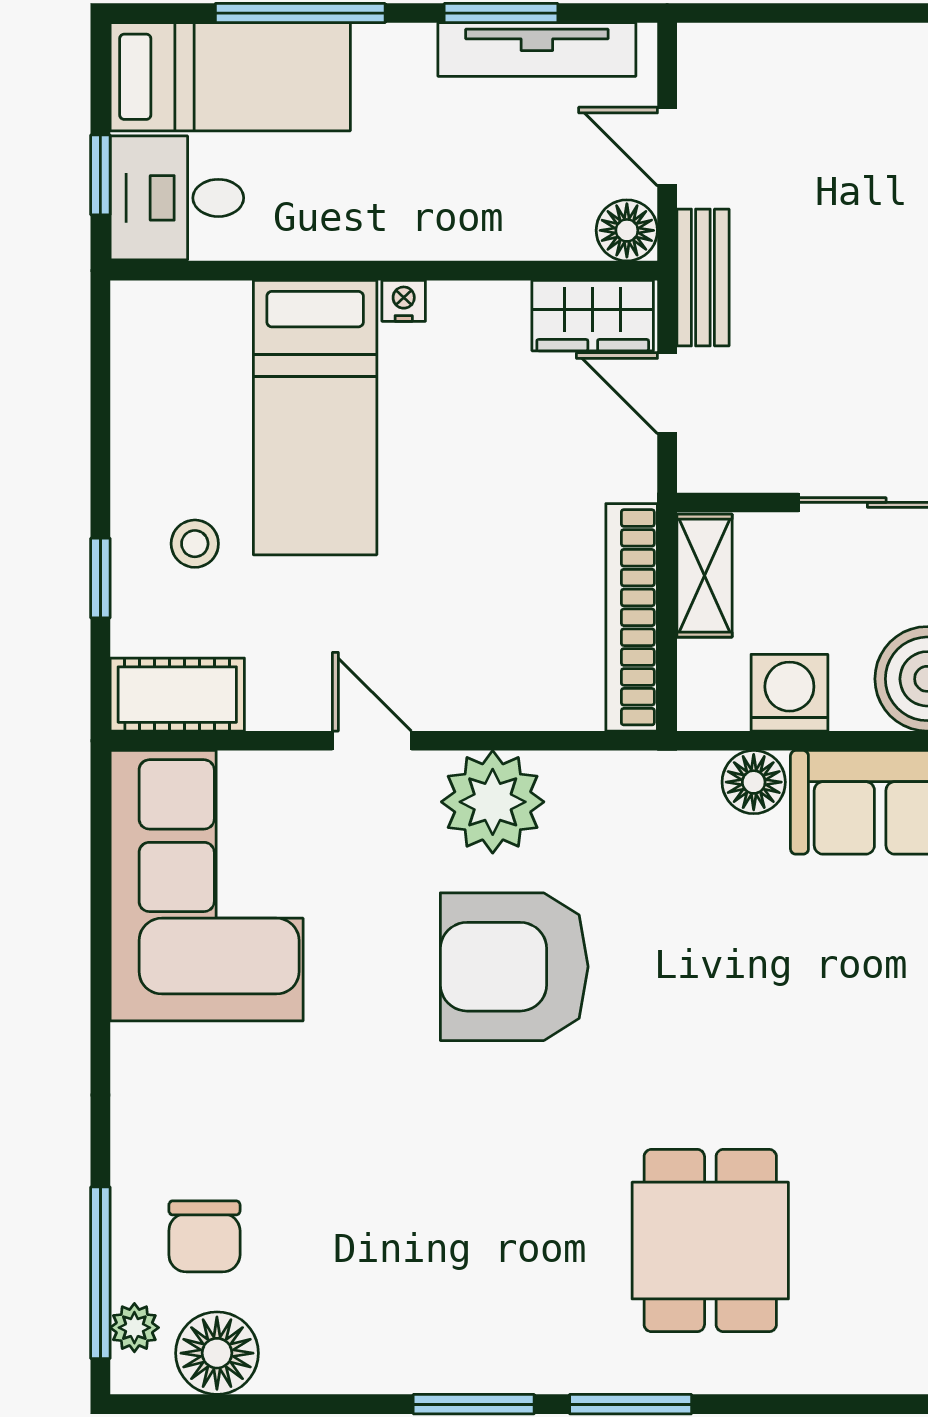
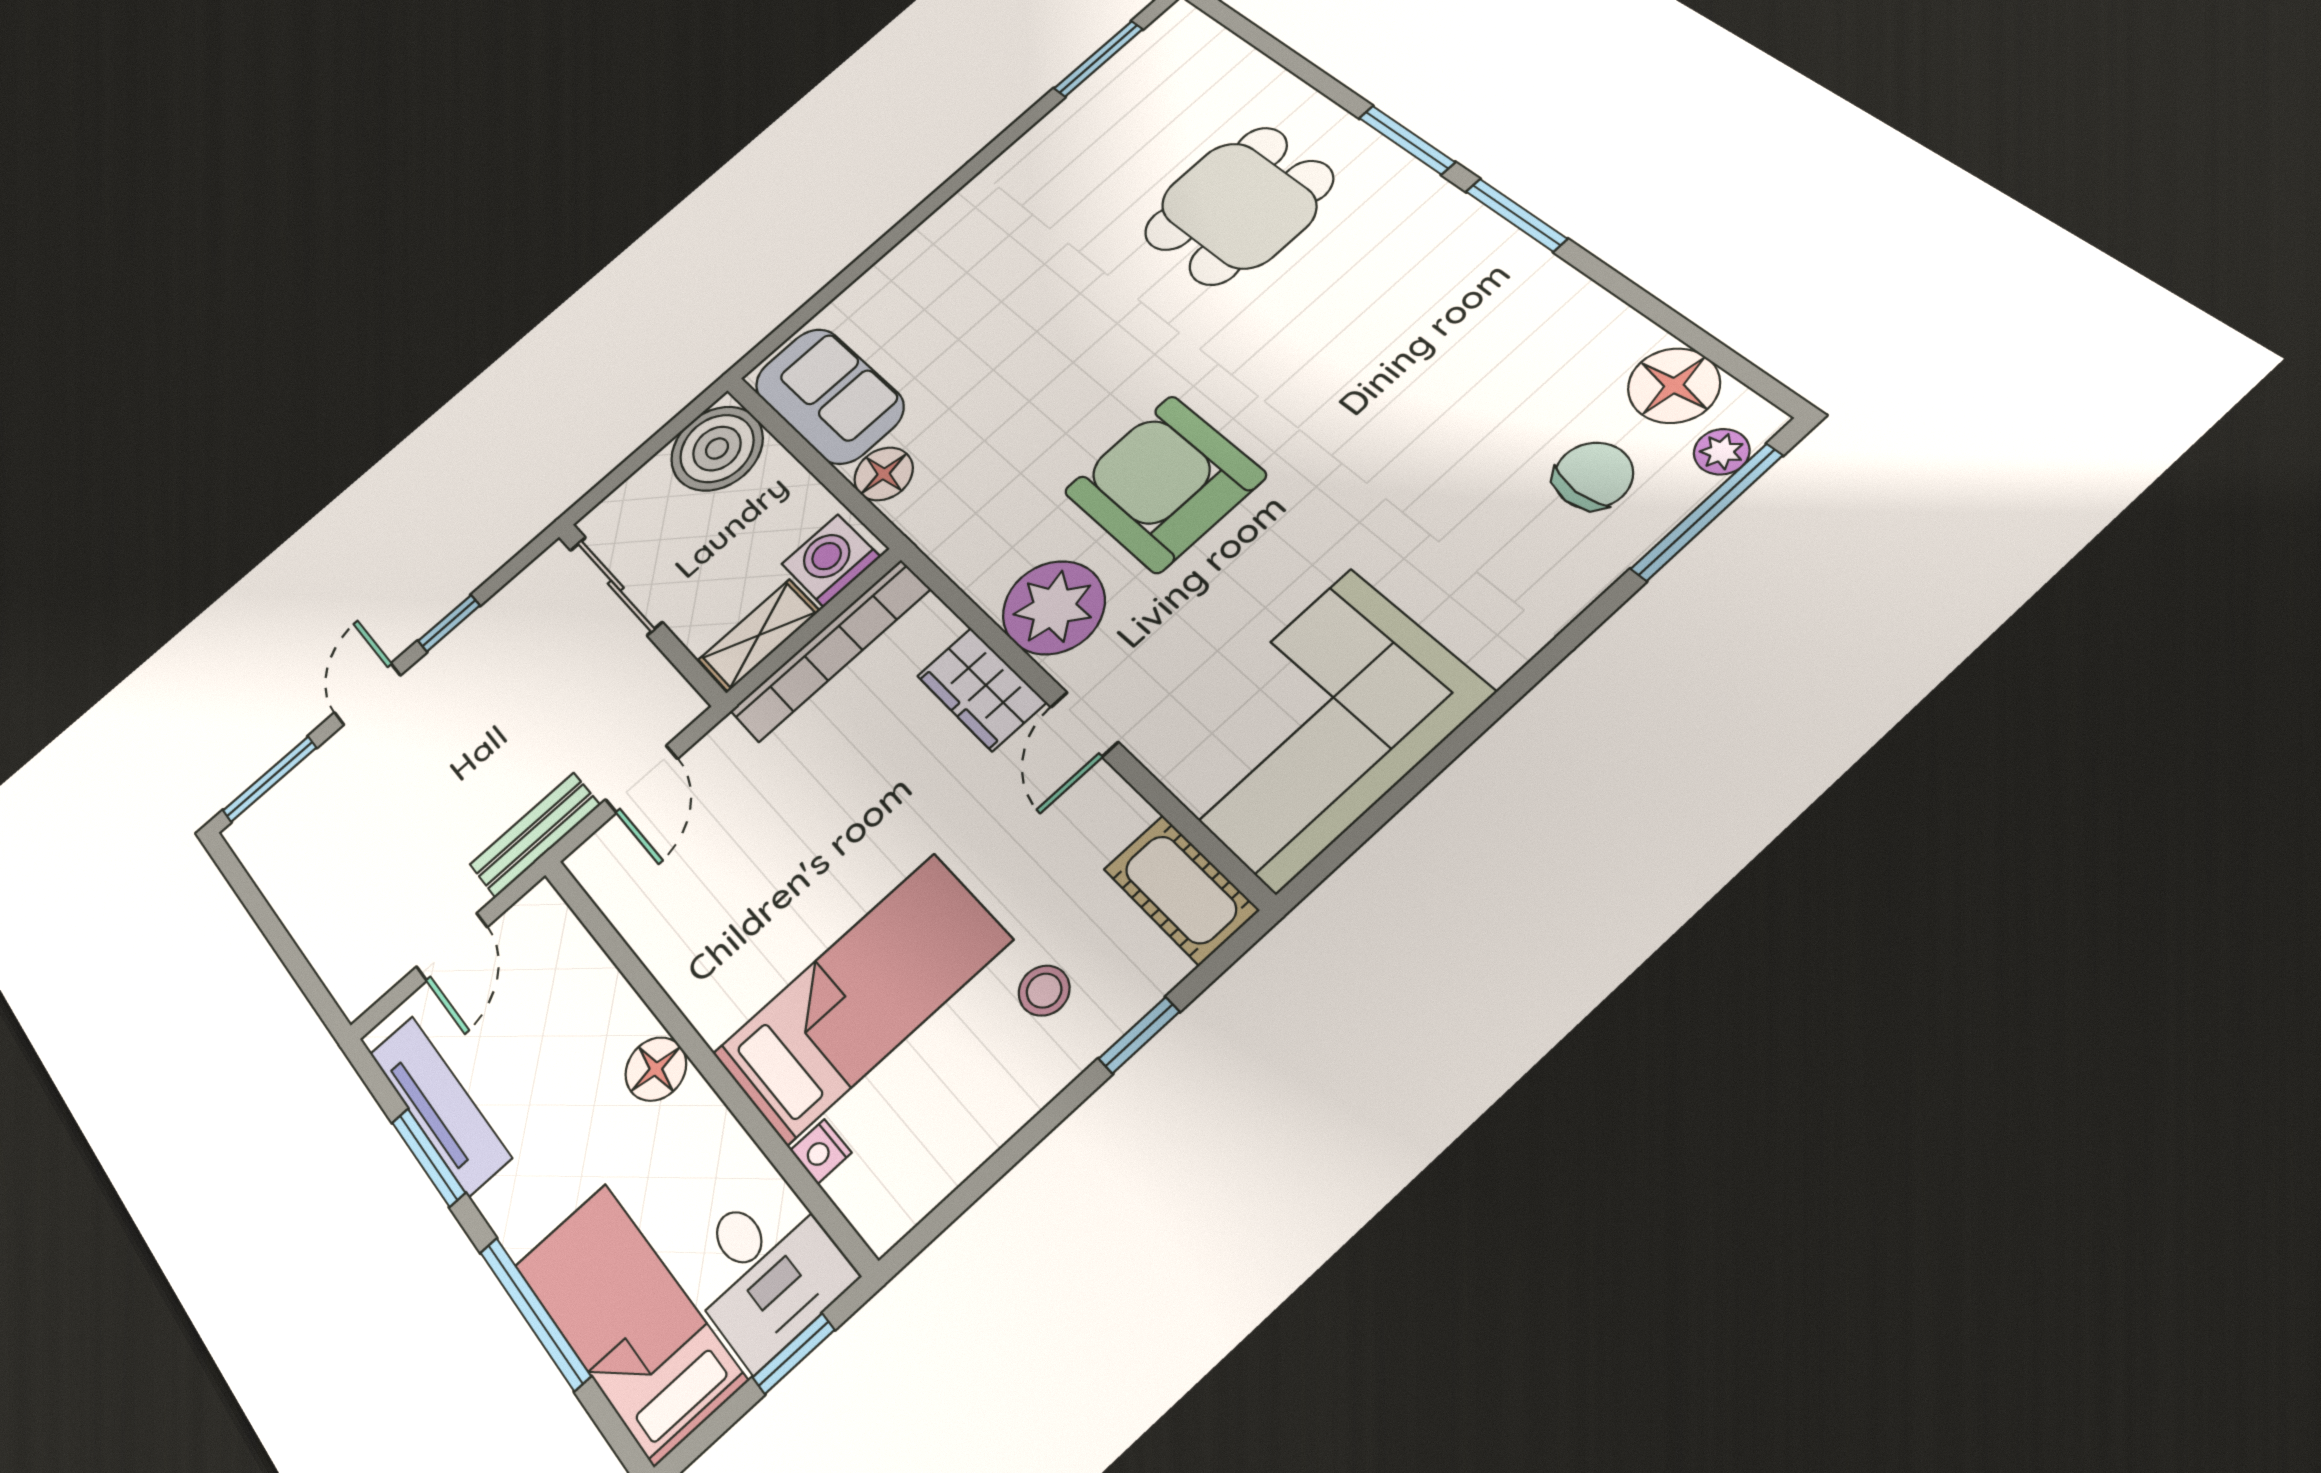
floor lamp: (627, 230) -> (656, 1069), moved
nightstand: (404, 301) -> (821, 1151), moved
wardrobe: (593, 316) -> (981, 689), moved, turned 180
washing machine: (789, 693) -> (831, 560), moved, turned 90
armchair: (514, 967) -> (1165, 484), turned 180

